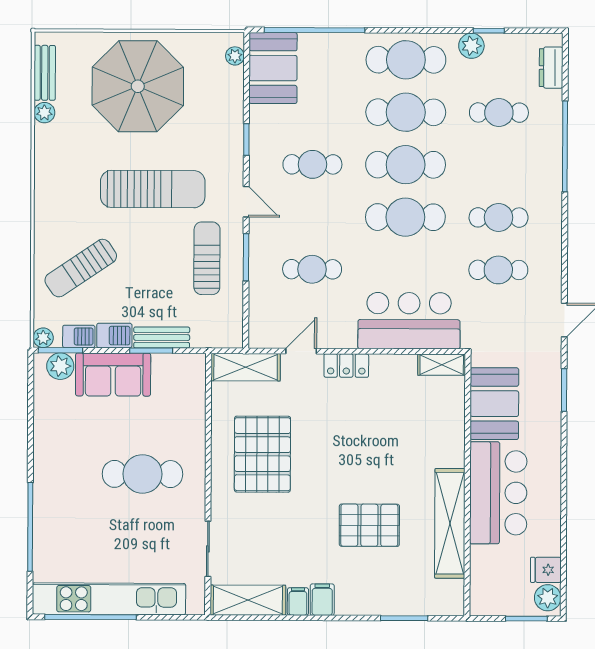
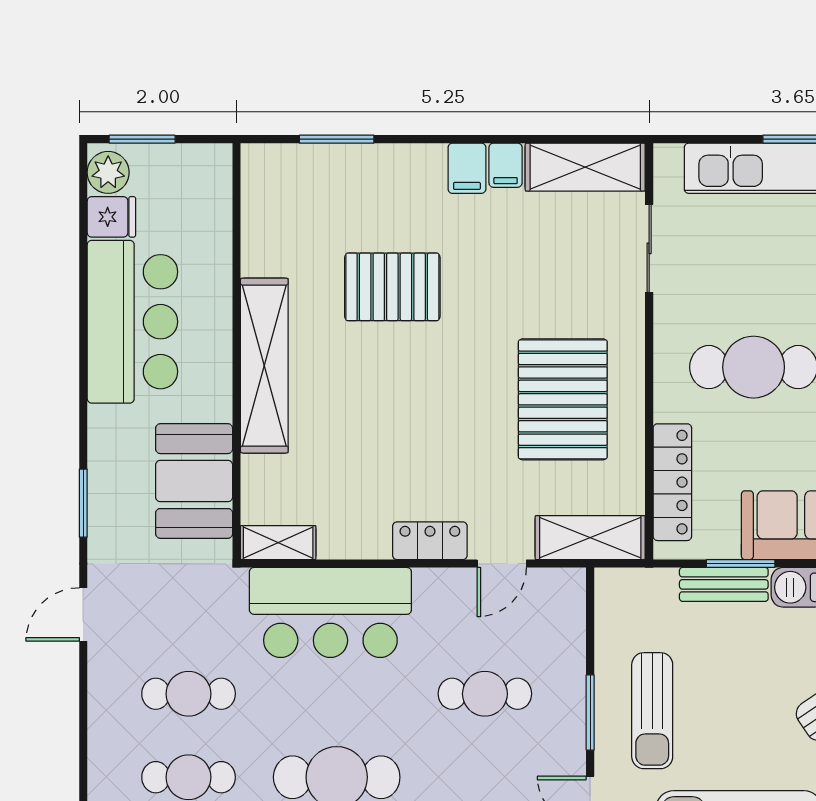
locker: (194, 402) -> (672, 482), added
bar counter: (498, 493) -> (132, 322), moved, turned 180
shelving: (450, 523) -> (264, 366), moved

